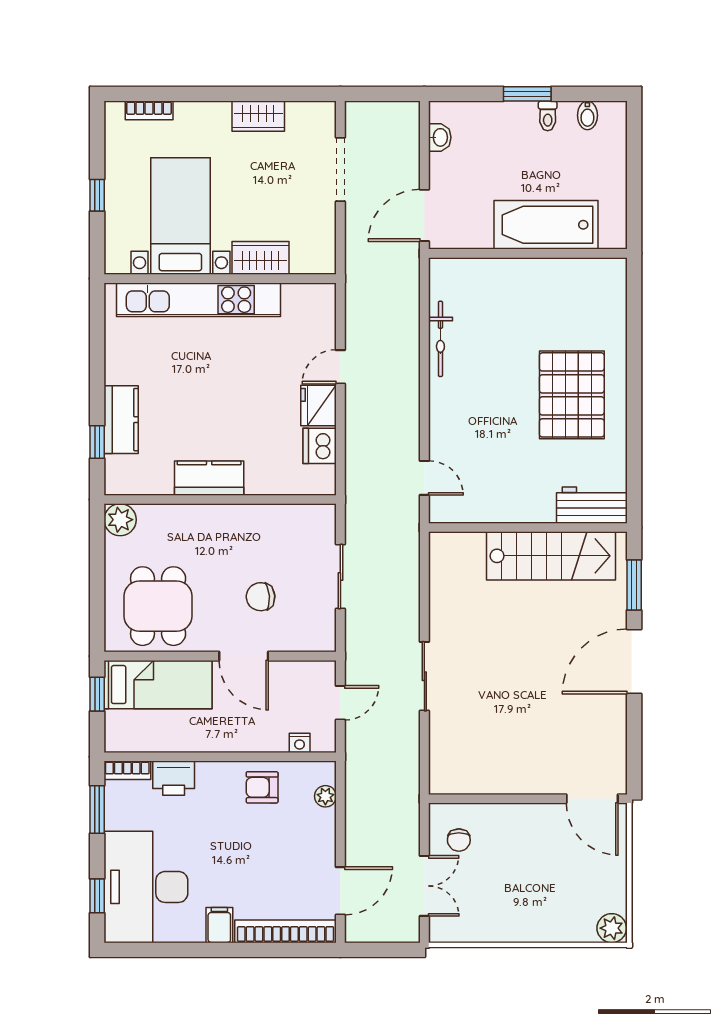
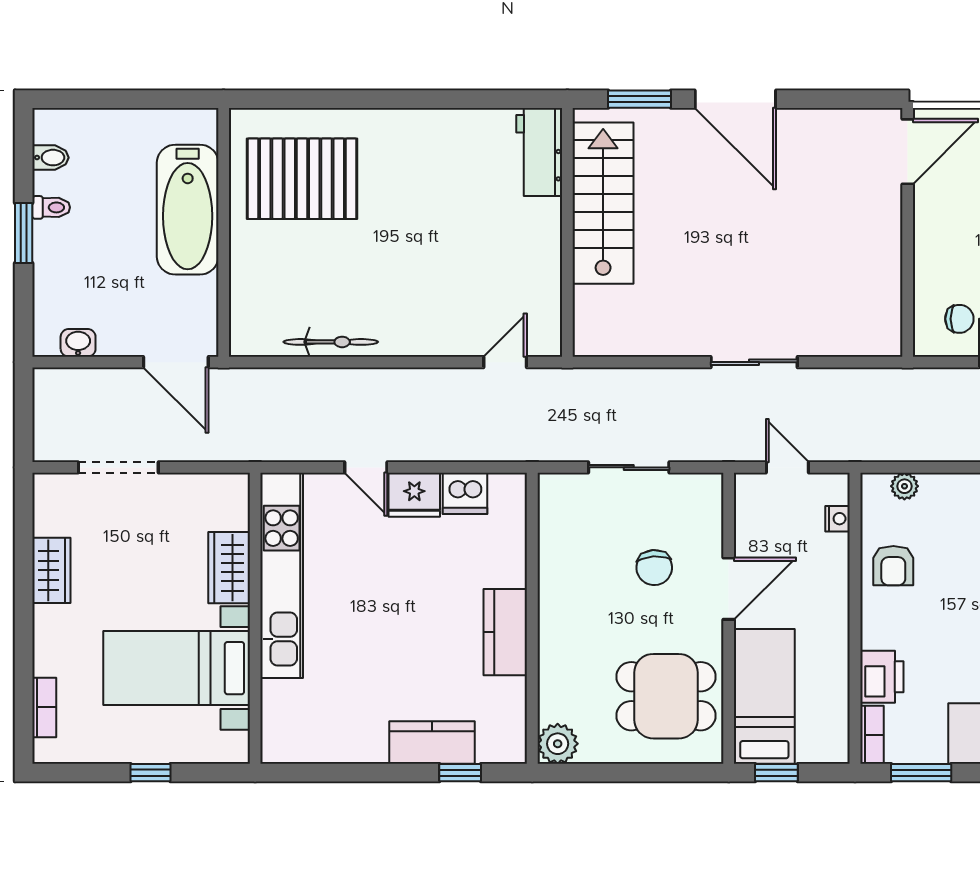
kitchen unit: (199, 300) -> (282, 575), moved
pallet: (572, 395) -> (302, 179), moved

